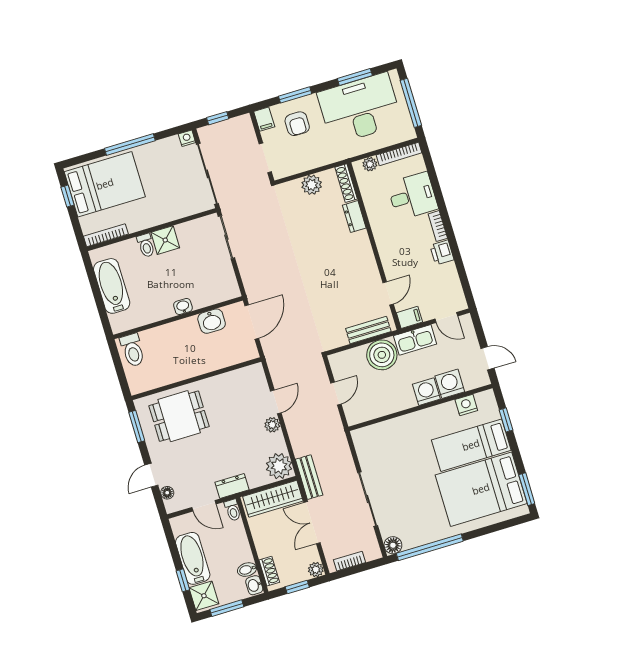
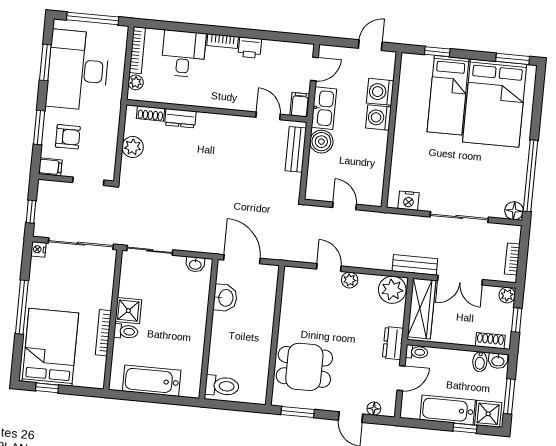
shoe rack: (346, 183) -> (151, 113), width x0.70
bookcase: (106, 235) -> (103, 333), moved
washbasin: (183, 307) -> (195, 264), moved, turned -90
boiler: (382, 355) -> (321, 142), width x0.73, depth x0.73
nightstand: (466, 405) -> (409, 201), moved, turned -90
dining table: (179, 416) -> (304, 367), turned 90

